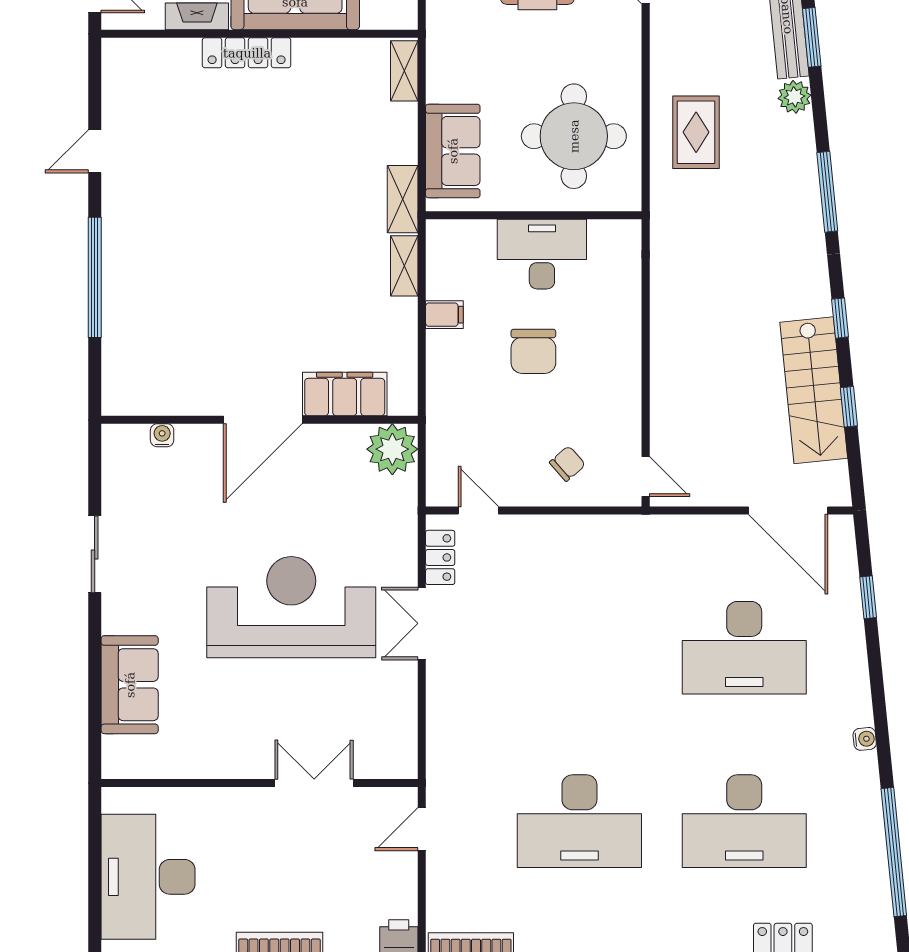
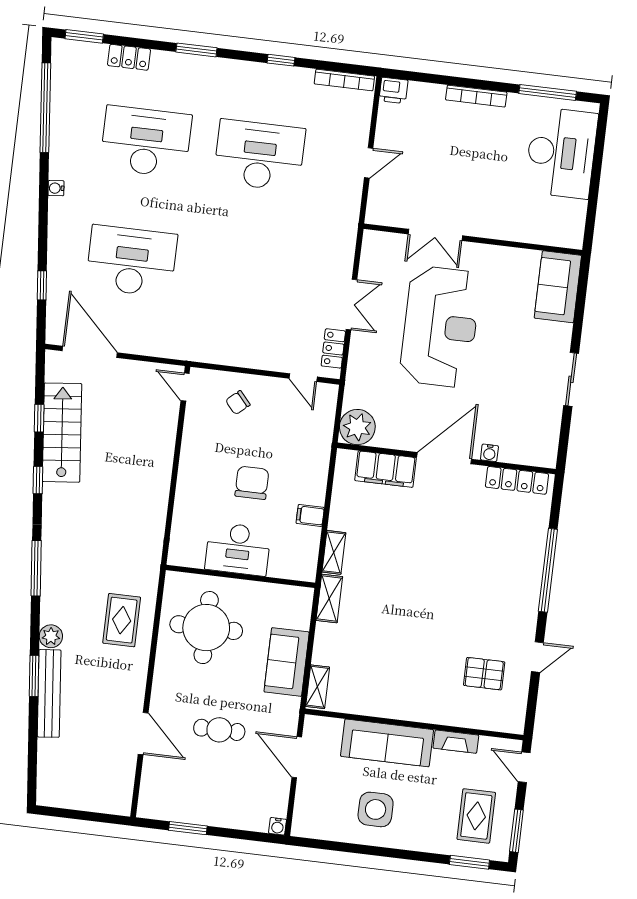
locker: (247, 53) -> (517, 480), moved, turned 180
pallet: (168, 118) -> (484, 674), added
sofa: (453, 151) -> (287, 662), moved
water cooler: (162, 435) -> (489, 453), moved
reception desk: (291, 607) -> (440, 327), turned -90
wall: (260, 783) -> (473, 239), moved
double door: (314, 783) -> (435, 235), moved

